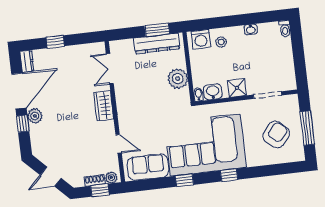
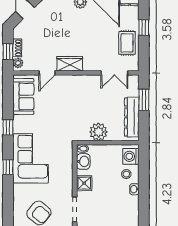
washbasin: (251, 29) -> (134, 189), moved
window: (157, 30) -> (144, 100), moved
rug: (75, 58) -> (127, 43), added
double door: (110, 69) -> (114, 73), swing flipped
wardrobe: (104, 106) -> (70, 64), moved
corner sofa: (205, 145) -> (31, 158), width x0.73, depth x0.74

